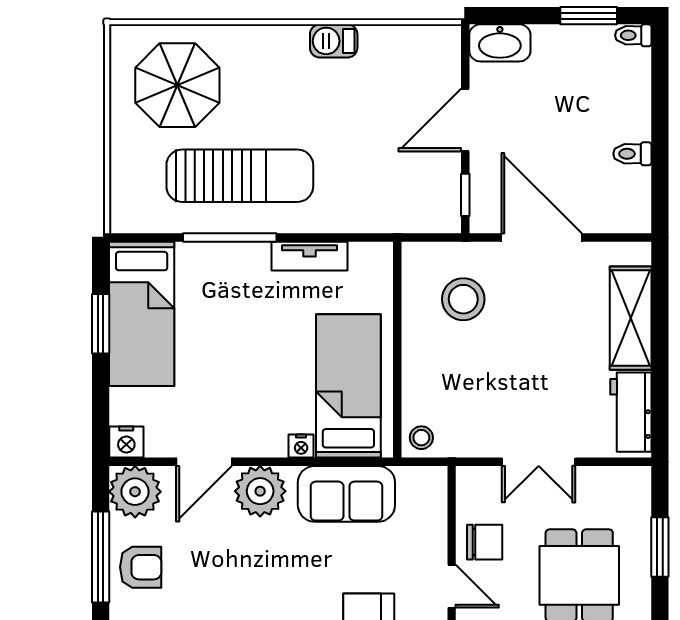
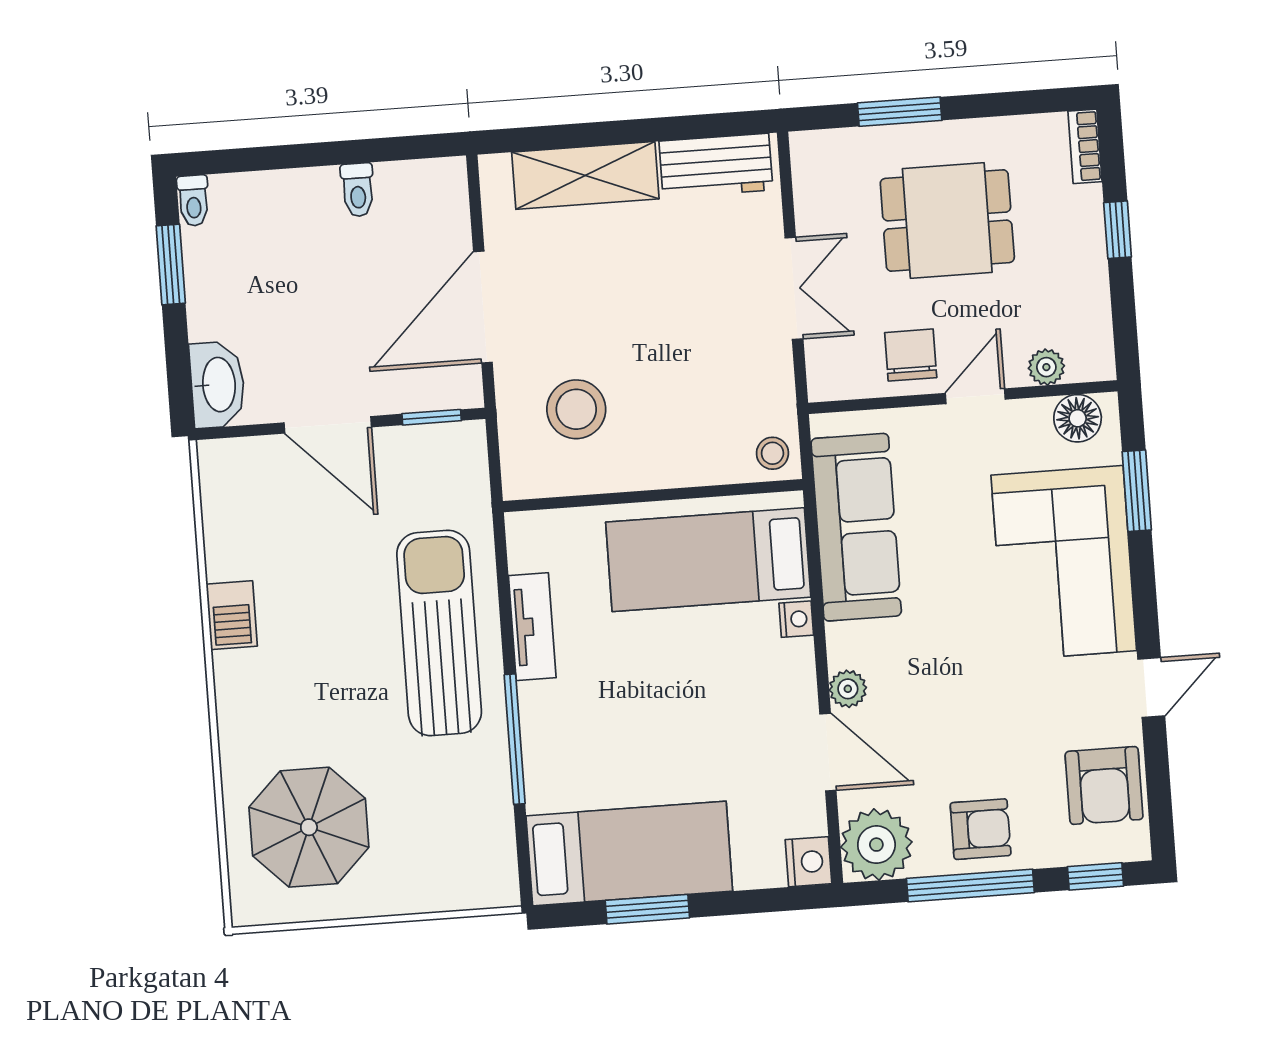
sun lounger: (240, 176) -> (439, 633), moved
plant: (260, 491) -> (848, 689), width x0.53, depth x0.53
sofa: (346, 494) -> (856, 527), width x1.36
armchair: (141, 567) -> (981, 829), turned 90

